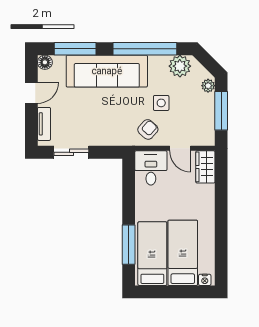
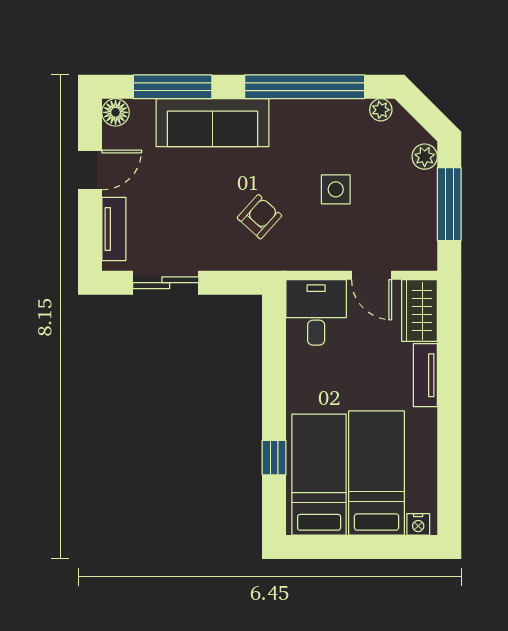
plant: (180, 66) -> (381, 110), width x0.53, depth x0.53
sofa: (107, 71) -> (212, 123), width x0.74, depth x0.79
armchair: (148, 129) -> (259, 217), moved
tv unit: (208, 201) -> (425, 375), added
window: (129, 245) -> (274, 458), width x0.46

